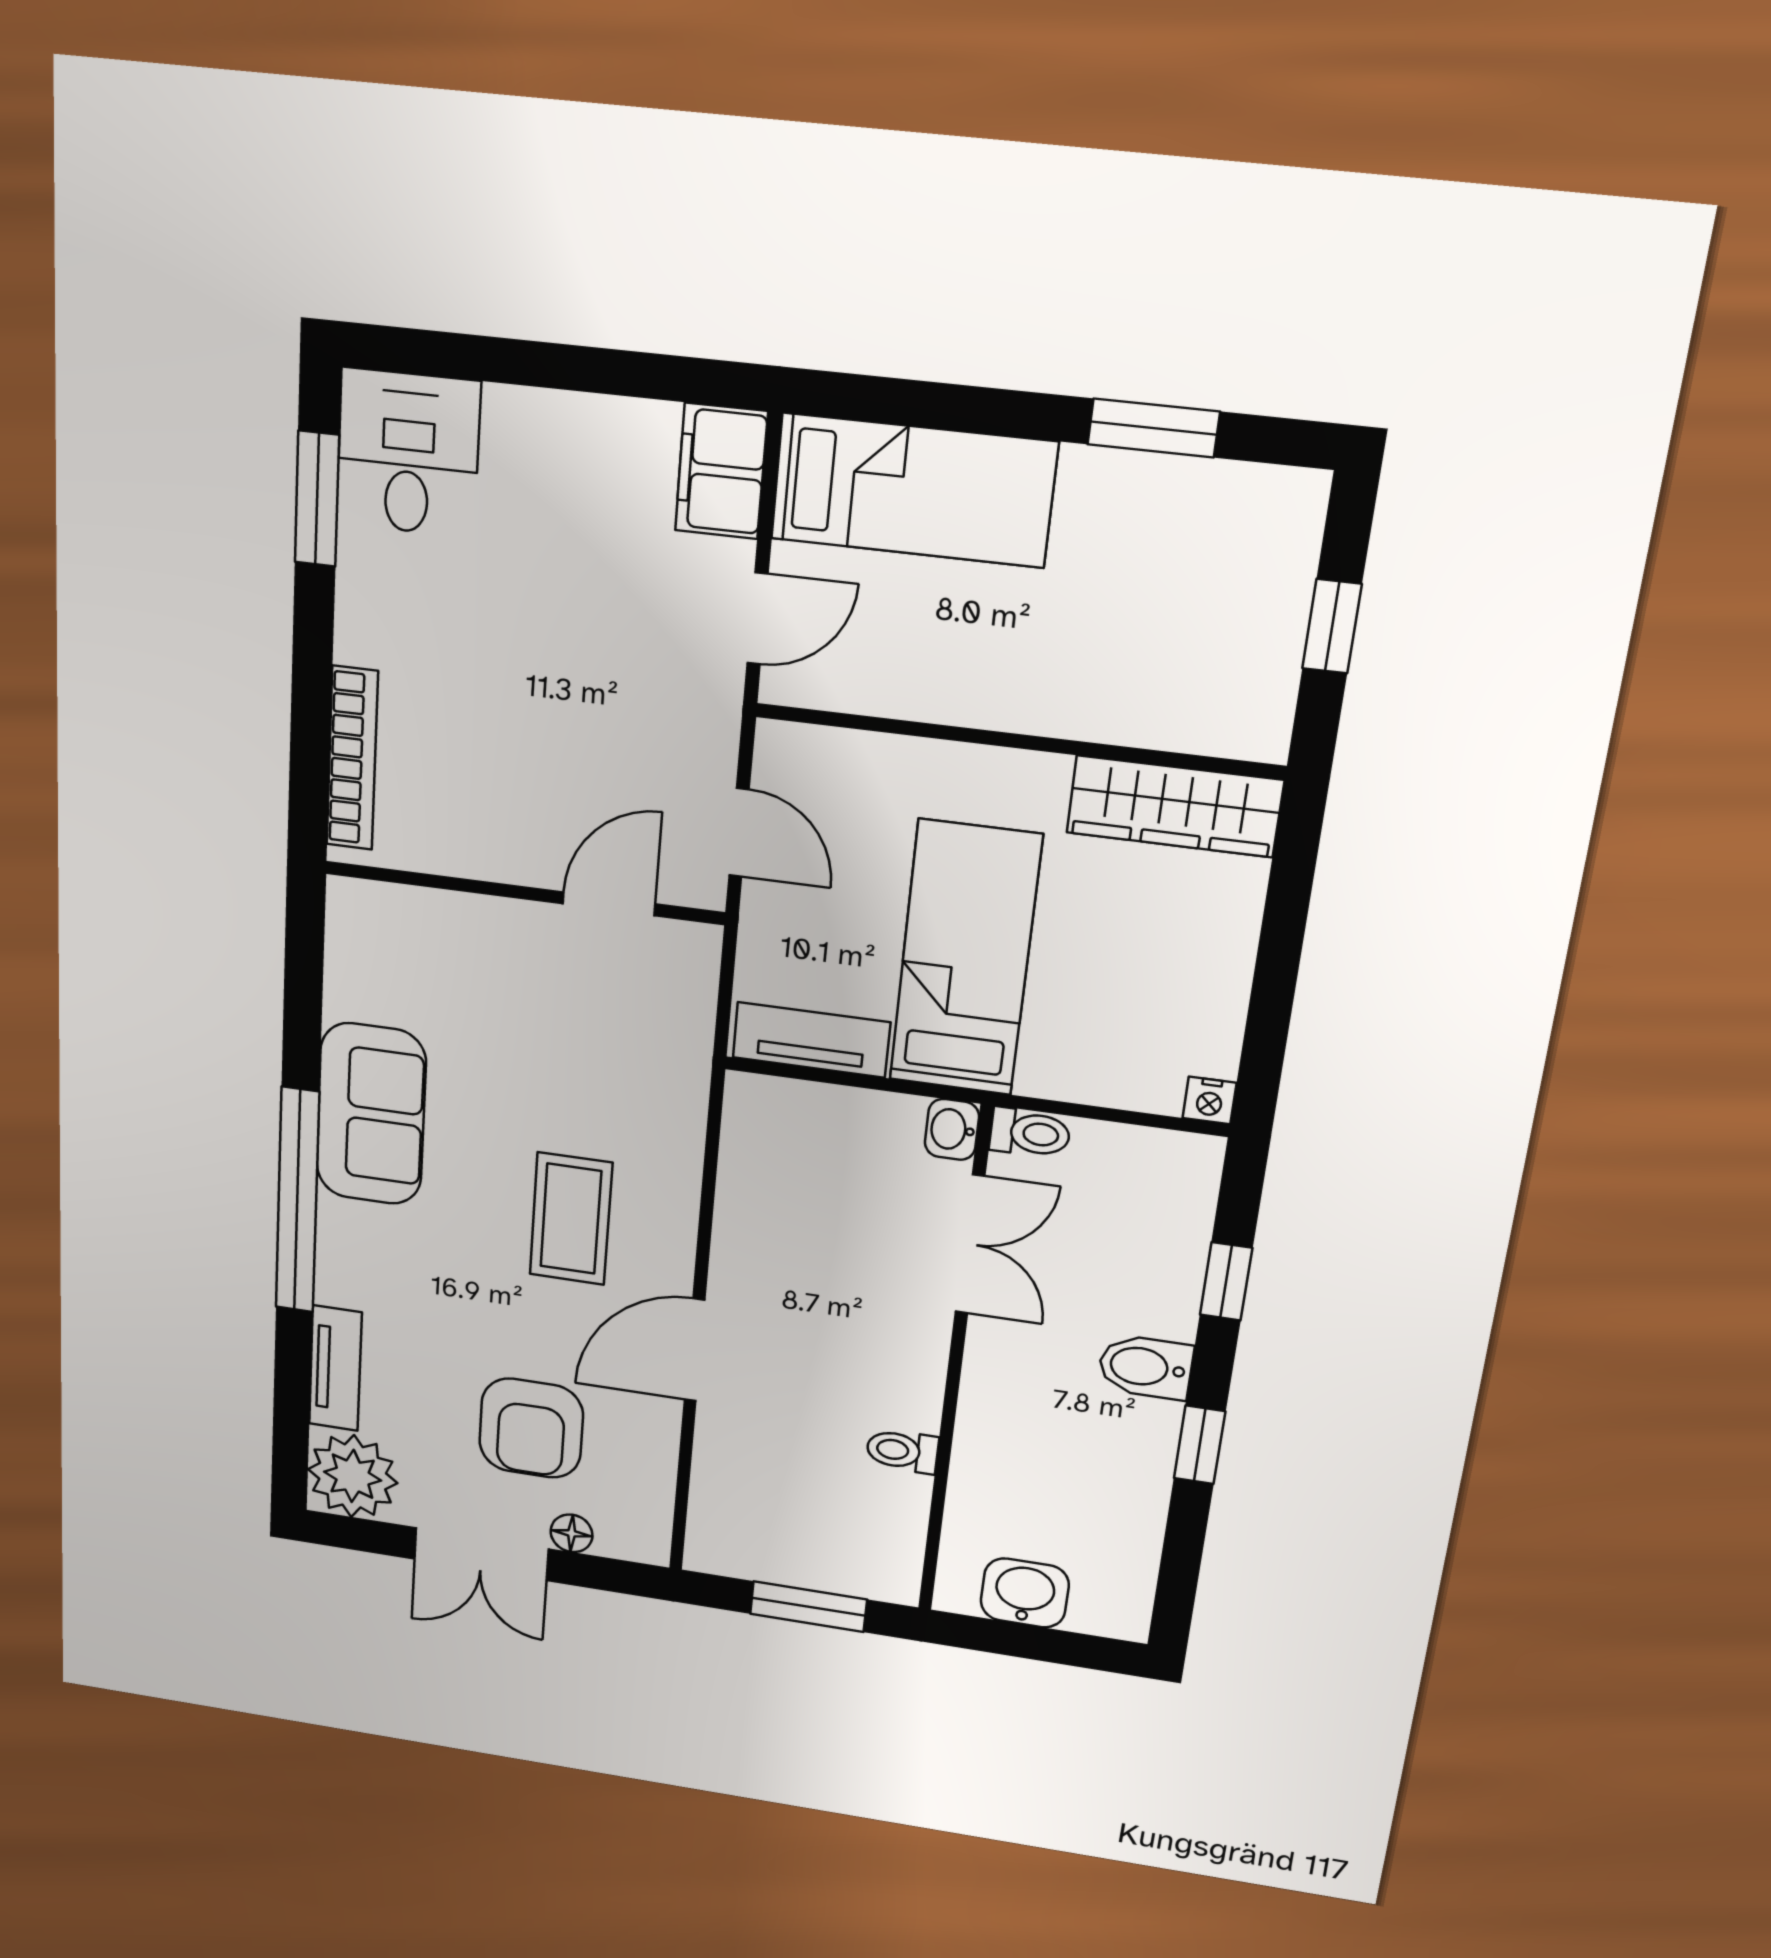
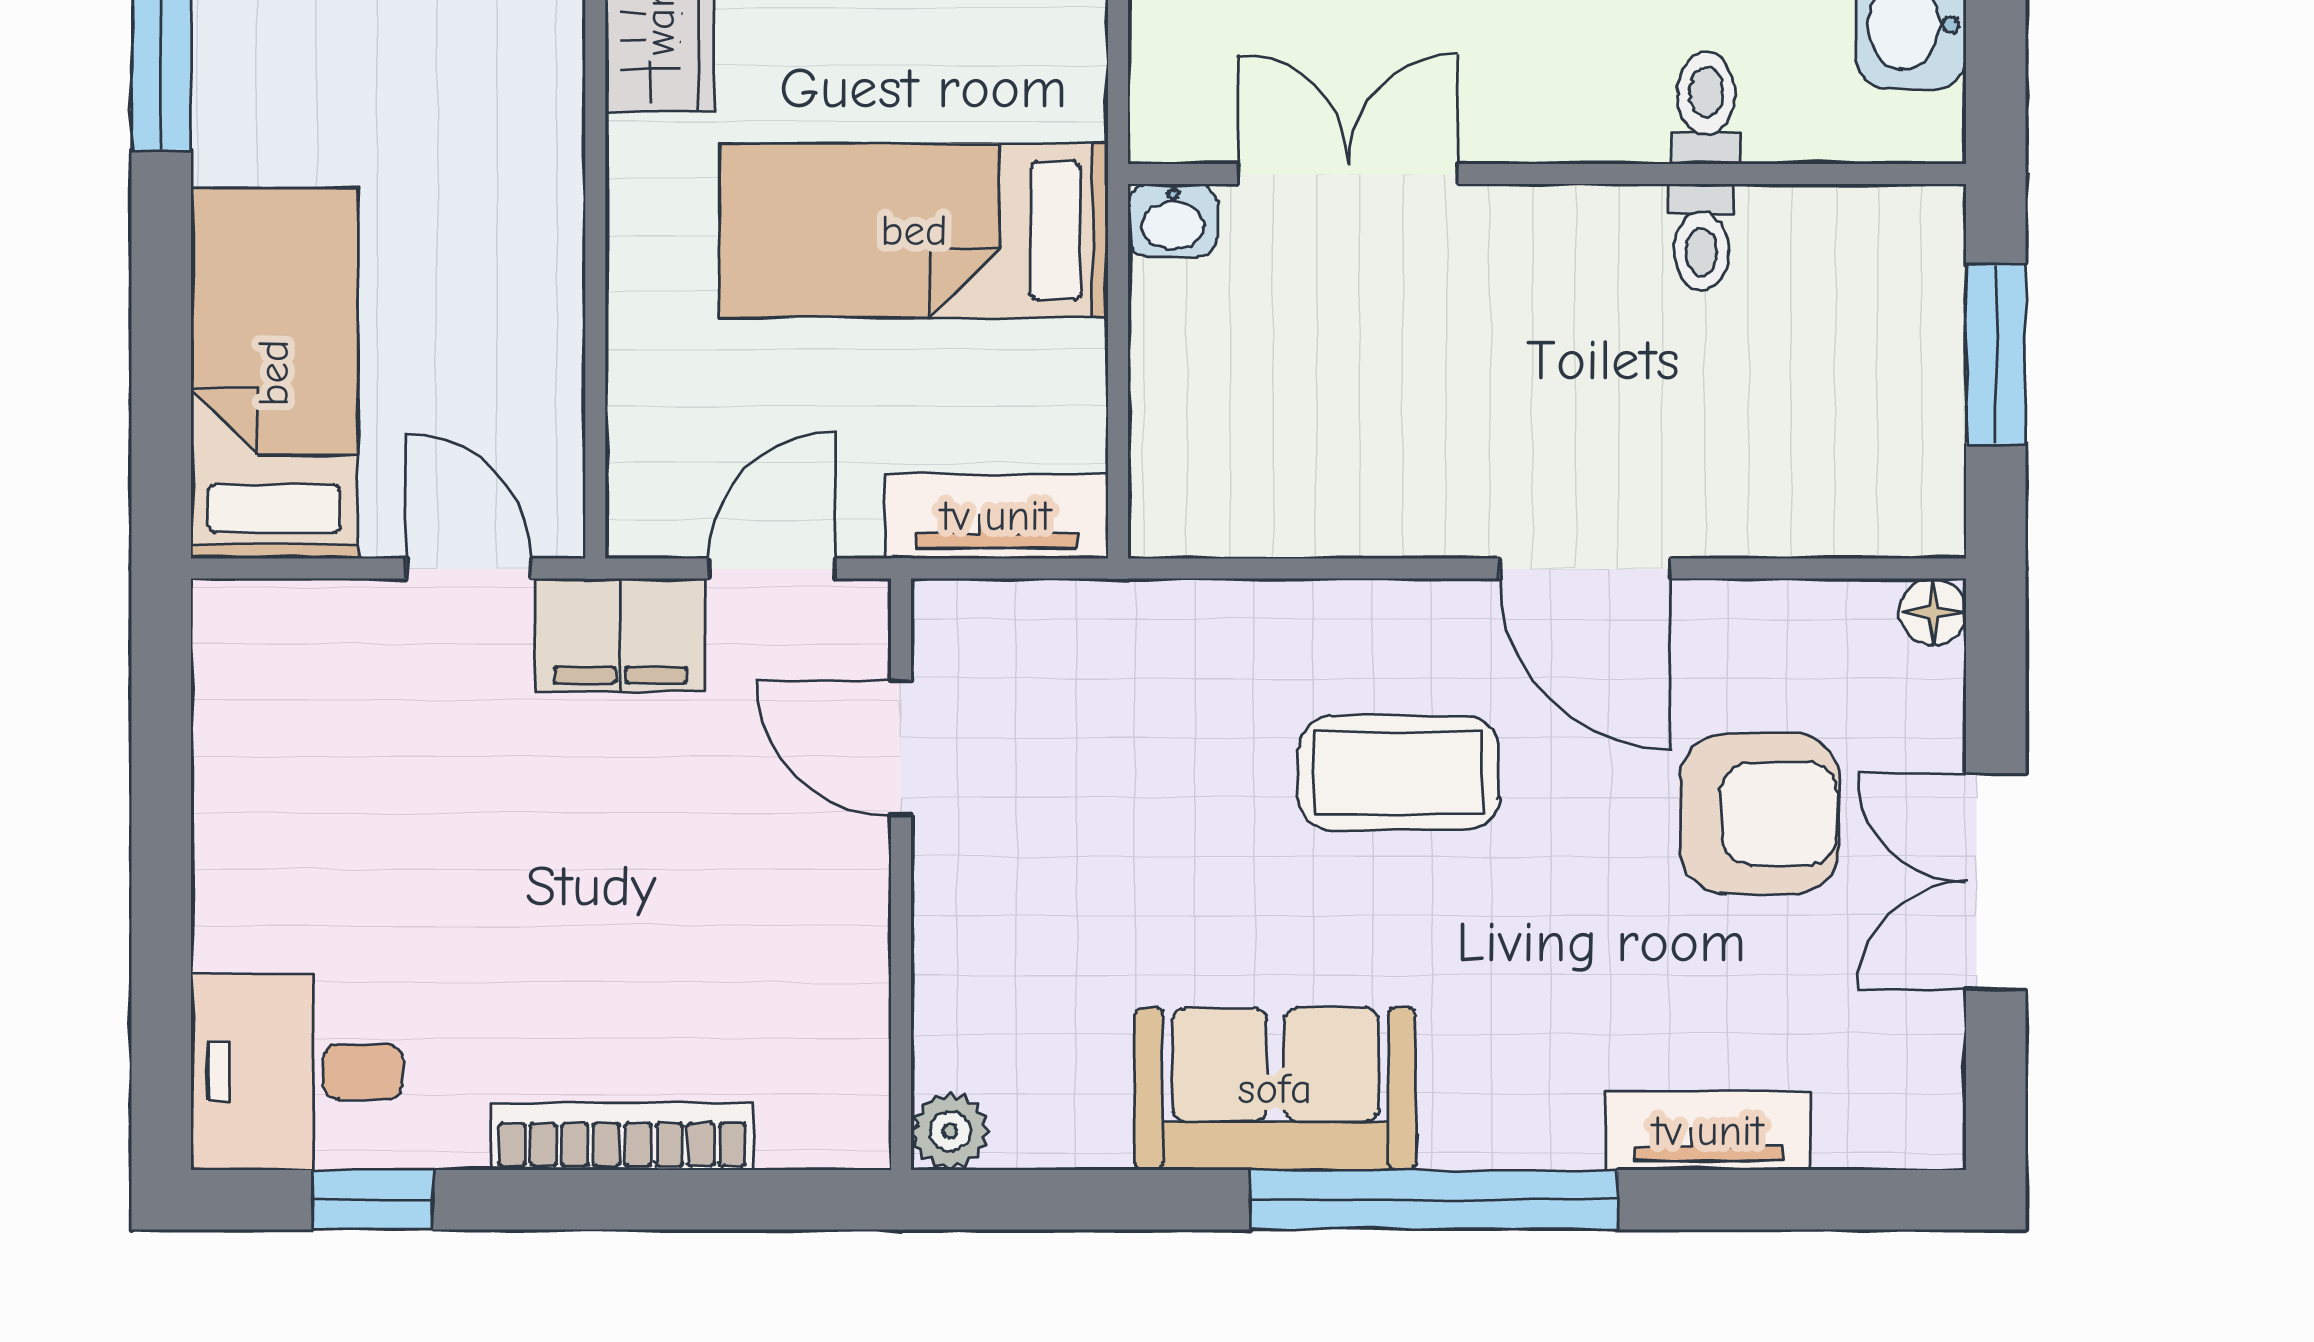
filing cabinet: (721, 471) -> (620, 635), moved
window: (317, 499) -> (373, 1200), width x0.67
bookcase: (352, 758) -> (622, 1137), moved
tv unit: (811, 1040) -> (996, 516), moved, turned 90
toilet: (1030, 1133) -> (1706, 108), moved
plant: (353, 1476) -> (950, 1131), moved, width x0.53, depth x0.53
floor lamp: (572, 1533) -> (1933, 612), moved
double door: (481, 1554) -> (1996, 882), swing flipped

